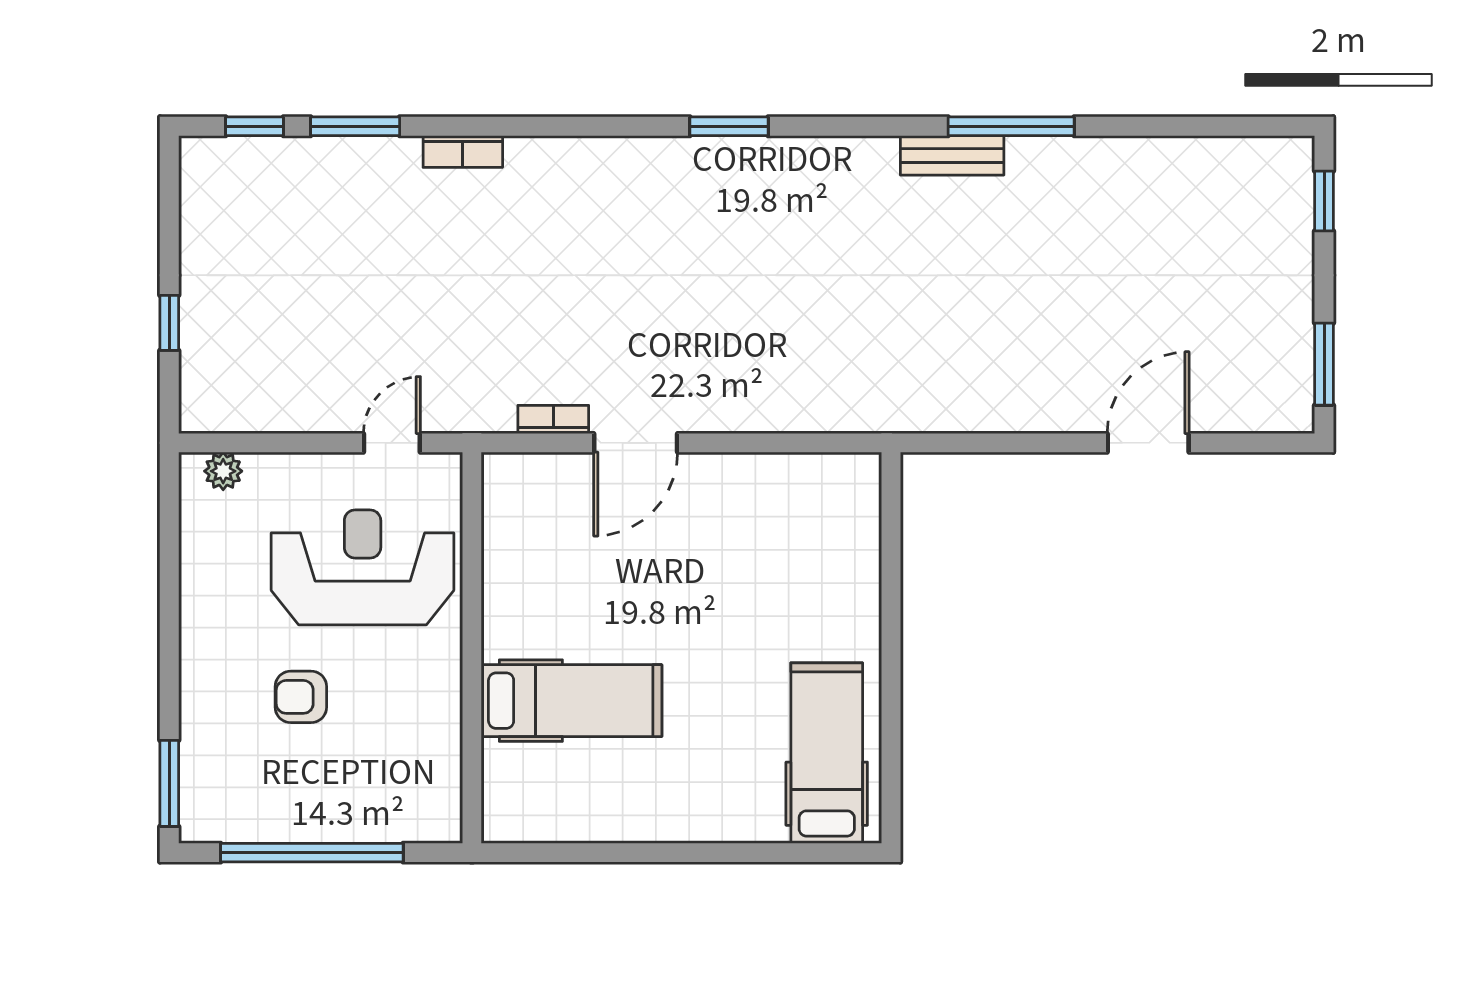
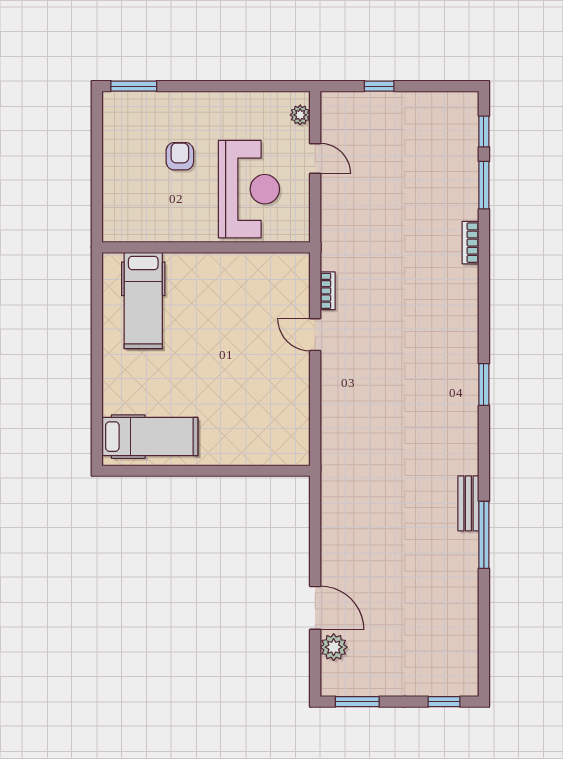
plant: (1222, 408) -> (334, 647), added
door: (392, 443) -> (315, 159), moved
door: (636, 443) -> (315, 335), width x0.73
hospital bed: (572, 701) -> (143, 301), moved
window: (312, 853) -> (97, 162), removed

